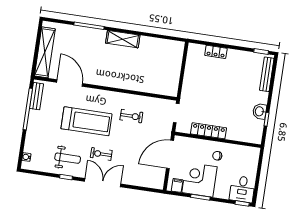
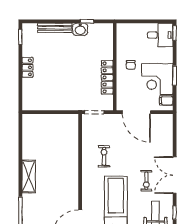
locker: (216, 52) -> (27, 67), moved
bench: (267, 74) -> (55, 28), moved

